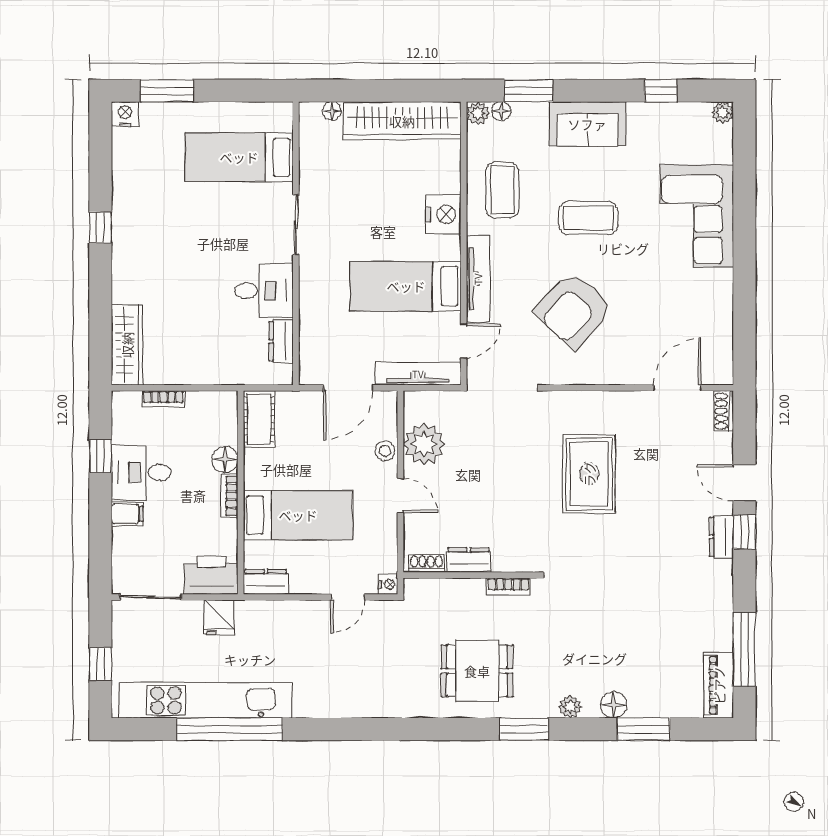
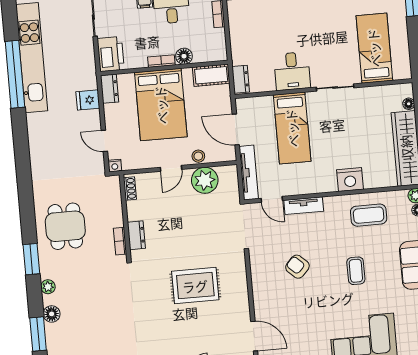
coffee table: (588, 218) -> (356, 271), width x0.73, depth x0.77
tv unit: (478, 279) -> (304, 206), width x0.71
bed: (406, 286) -> (292, 128), moved, turned 180
armchair: (574, 310) -> (297, 267), width x0.53, depth x0.53
dresser: (281, 341) -> (241, 79), moved, turned 90
bed: (298, 515) -> (161, 105), width x1.50
dresser: (469, 560) -> (136, 235), moved
fridge: (219, 617) -> (88, 100), moved

